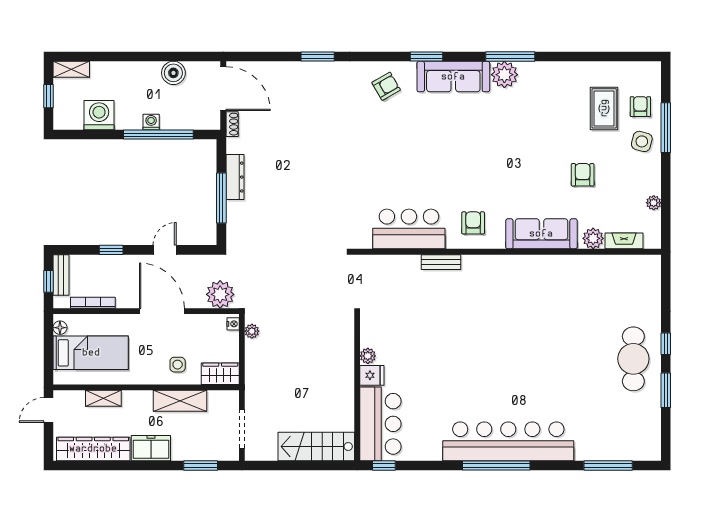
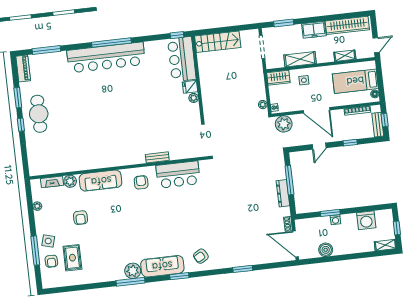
window: (158, 135) -> (330, 213), width x0.47
armchair: (473, 223) -> (141, 182), turned 180
piano: (651, 438) -> (23, 69), added

